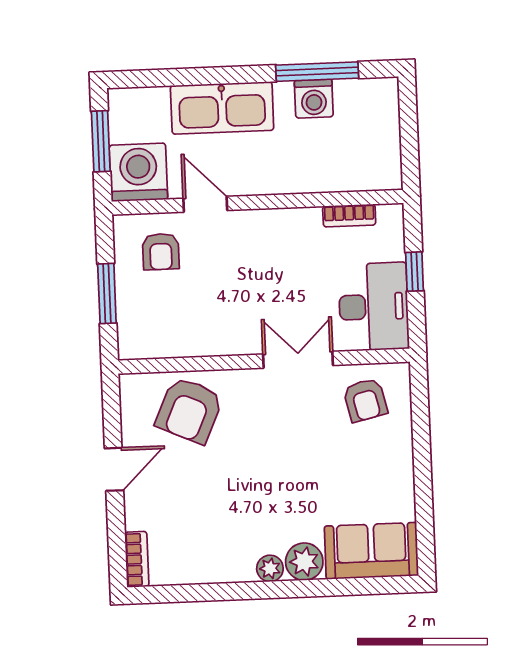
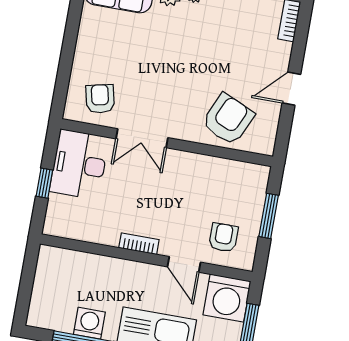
bookcase: (349, 216) -> (139, 244), moved

